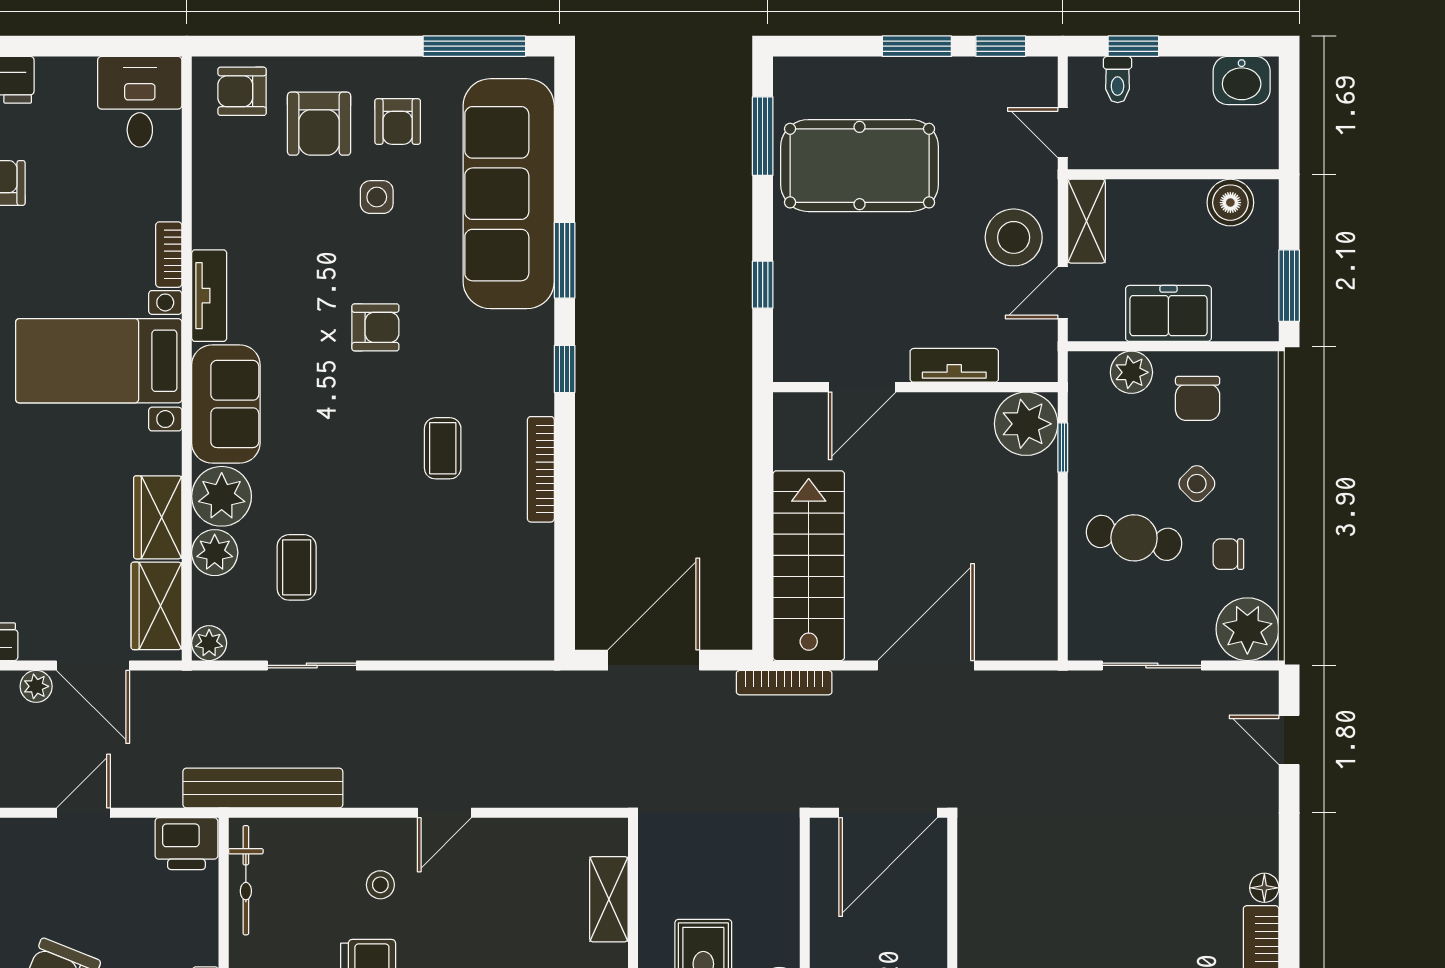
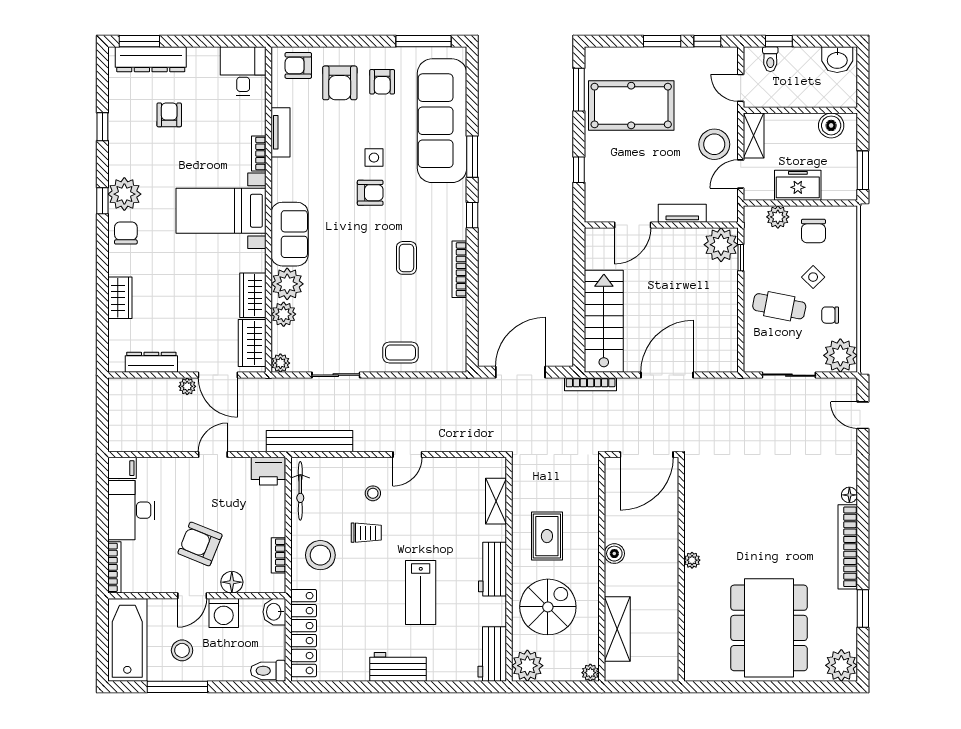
side table: (377, 197) -> (374, 158), moved
tv unit: (209, 296) -> (281, 132), moved
coffee table: (297, 567) -> (400, 353), moved, turned 90

